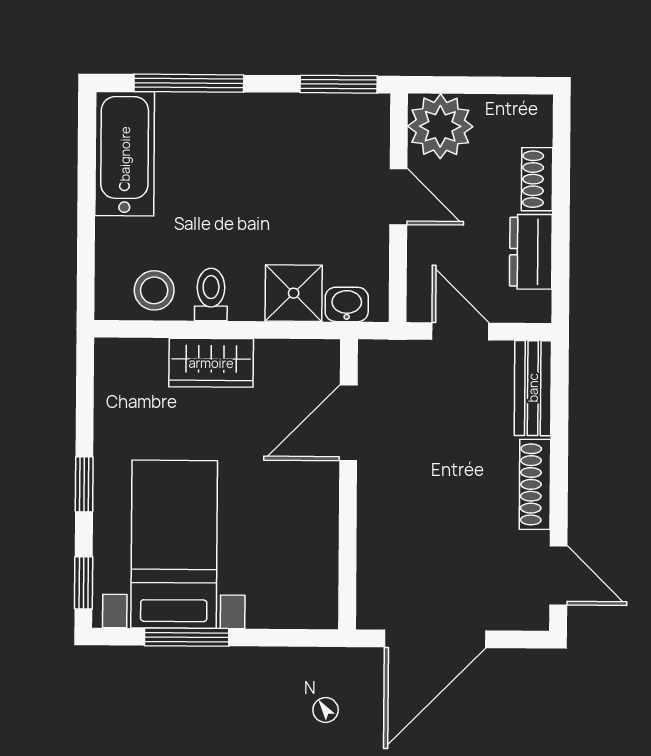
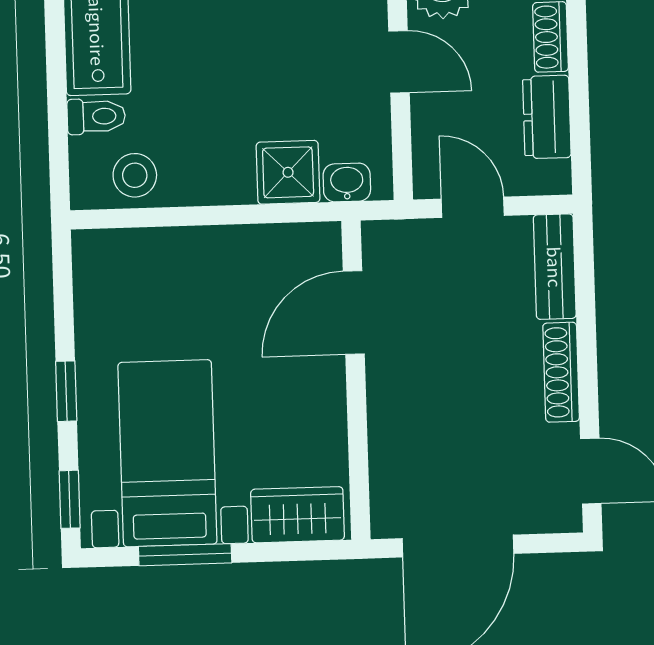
toilet: (211, 294) -> (96, 116), moved, turned 90
wardrobe: (211, 363) -> (297, 515), moved, turned 180

